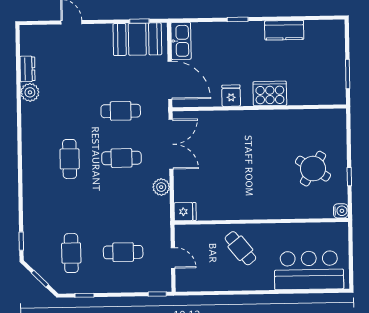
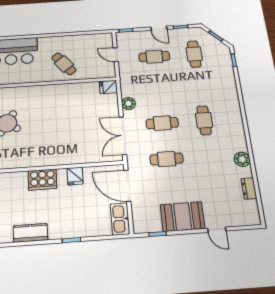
booth: (137, 39) -> (183, 217), moved
plant: (30, 92) -> (242, 159), moved
door: (113, 295) -> (159, 28), added

